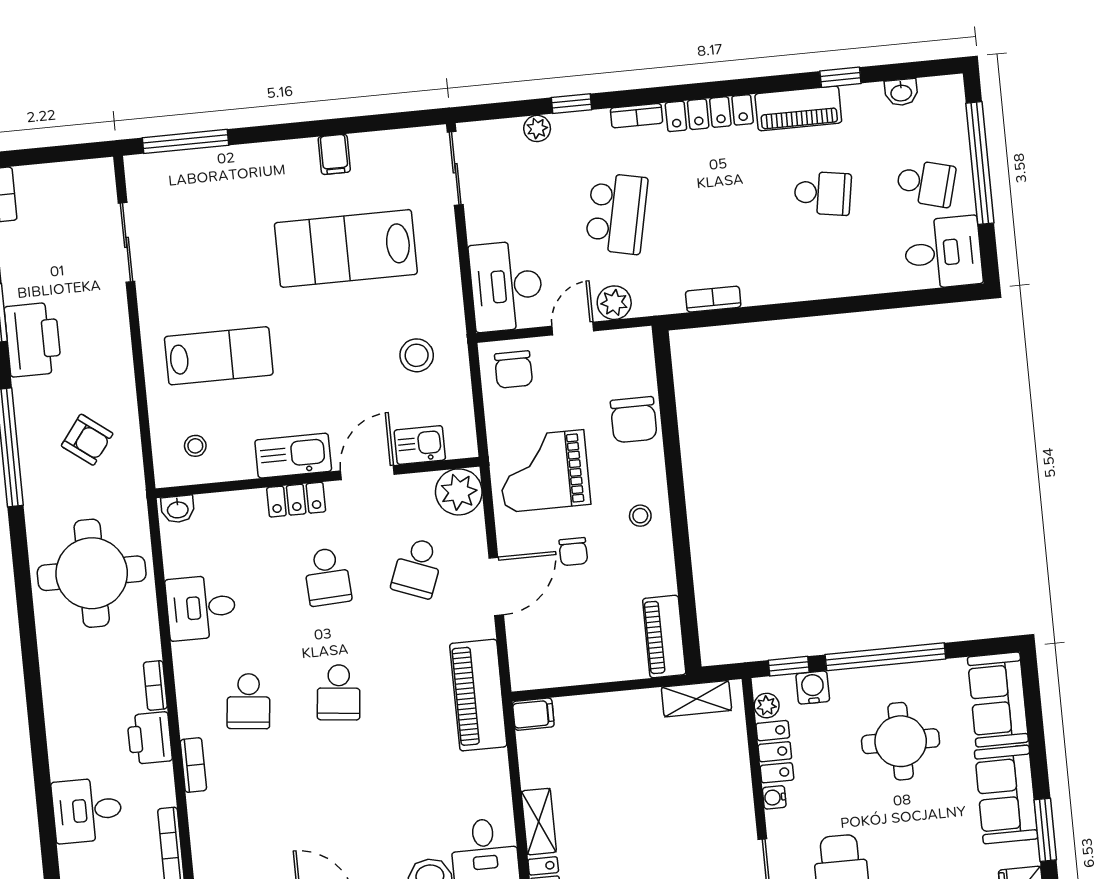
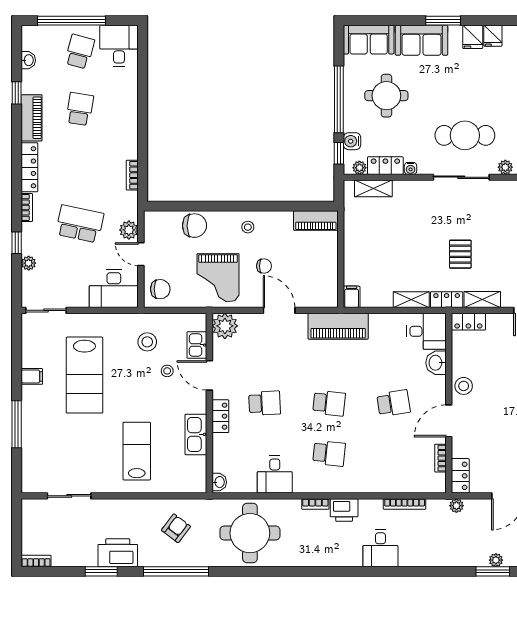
window: (185, 141) -> (17, 424), moved
stool: (195, 446) -> (167, 371), moved
kitchen sink: (293, 456) -> (196, 434), moved
school desk: (417, 568) -> (394, 403), moved, turned -30
shelving: (696, 699) -> (373, 188), moved, turned 90
bookcase: (193, 765) -> (361, 487), removed

